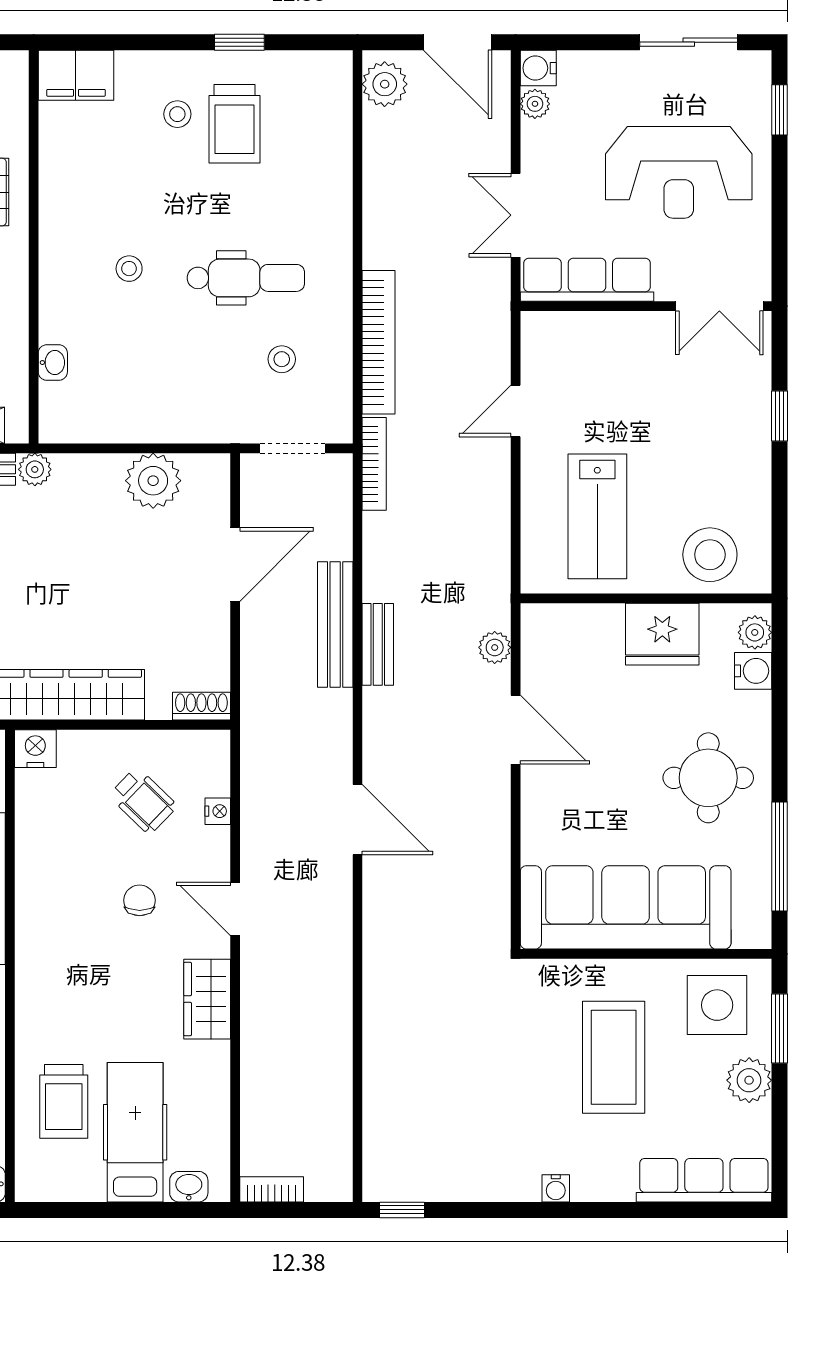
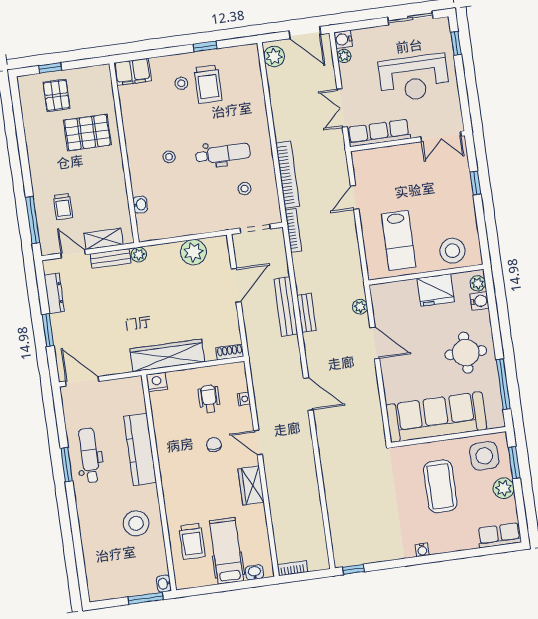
wheelchair: (143, 801) -> (209, 399), turned -134
row of seats: (704, 1180) -> (499, 535), width x0.68

